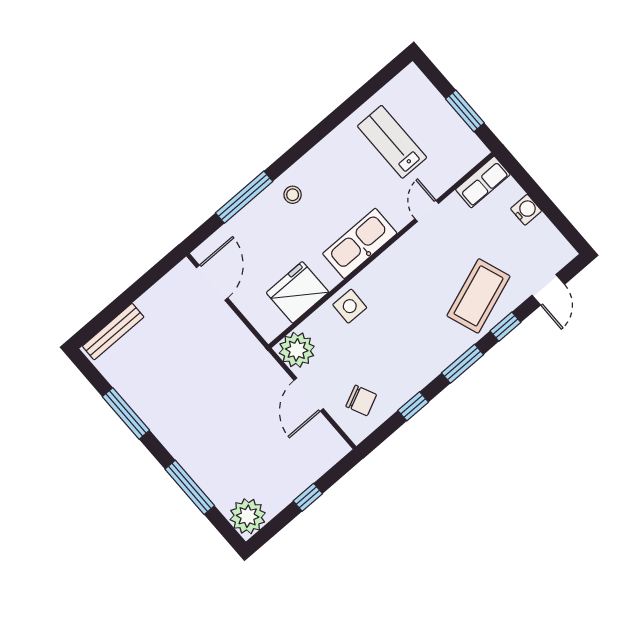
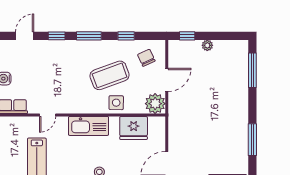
coffee table: (478, 296) -> (110, 75), moved
window: (190, 487) -> (252, 70), moved
window: (308, 497) -> (187, 36), moved
plant: (248, 516) -> (207, 45), moved, width x0.53, depth x0.53

